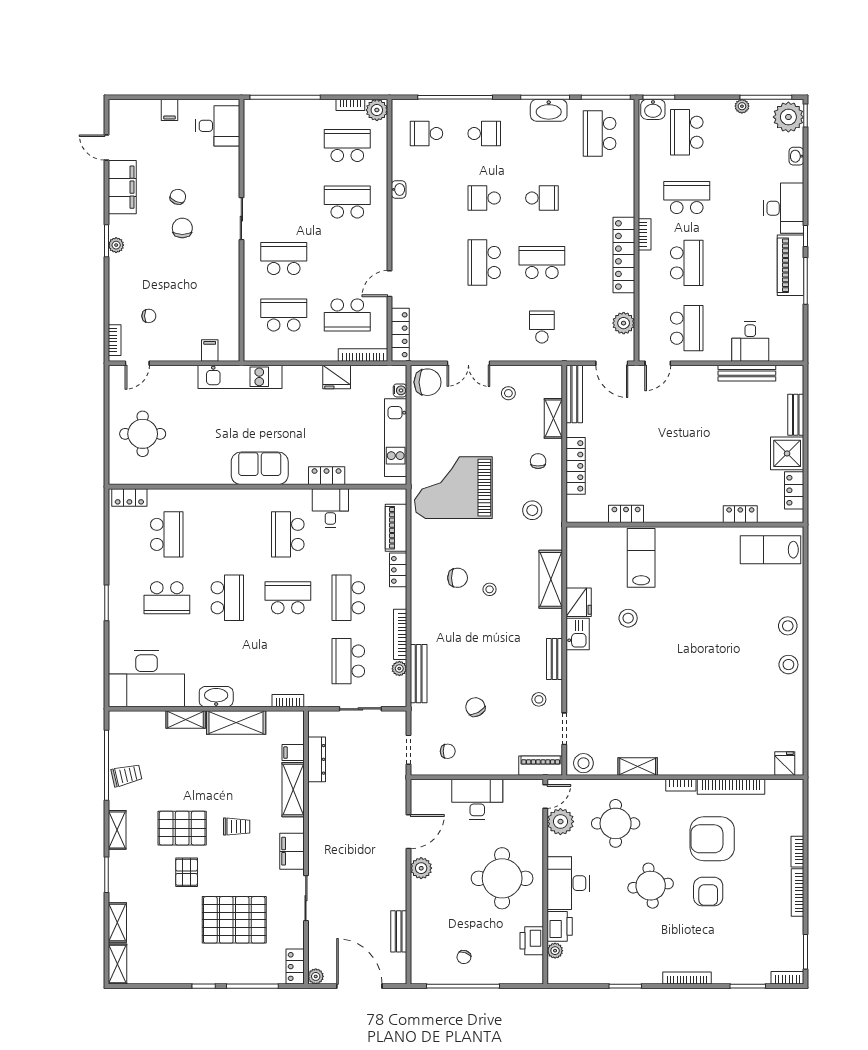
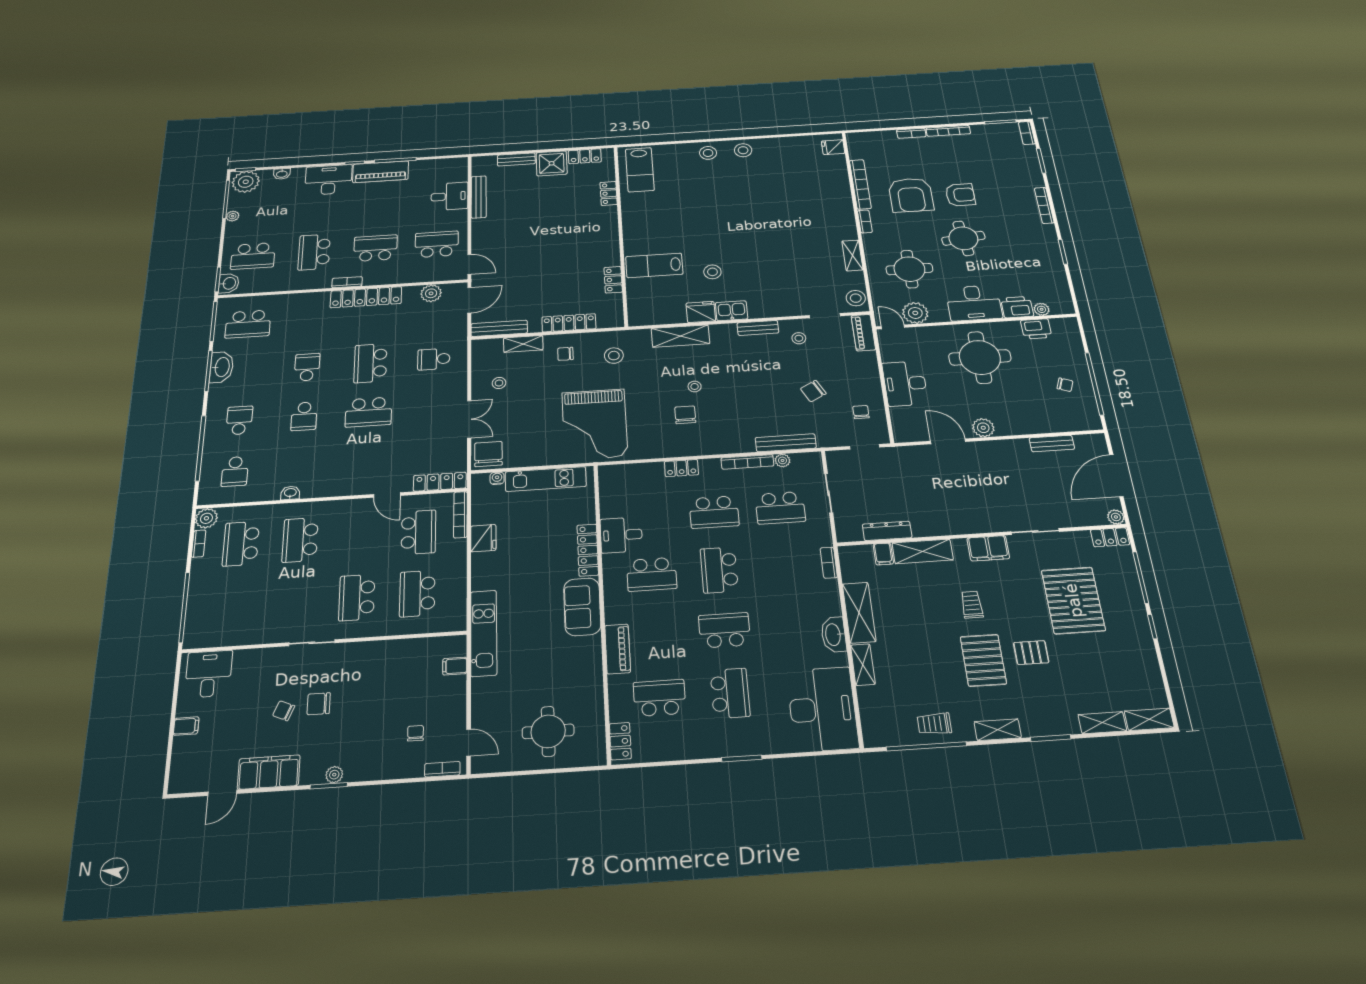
locker: (327, 476) -> (588, 550), width x1.53
piano: (396, 528) -> (618, 649), moved, turned -90
trolley: (126, 775) -> (934, 724), turned -77

